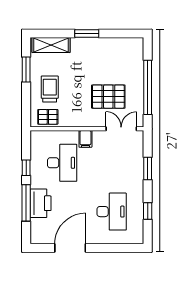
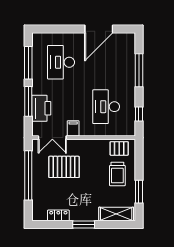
locker: (115, 43) -> (58, 215), added
filing cabinet: (85, 139) -> (73, 128), moved
window: (26, 168) -> (139, 114), moved
window: (148, 169) -> (28, 101), width x1.44
printer: (40, 203) -> (41, 108), moved, turned 180
window: (148, 211) -> (28, 63), width x2.17

